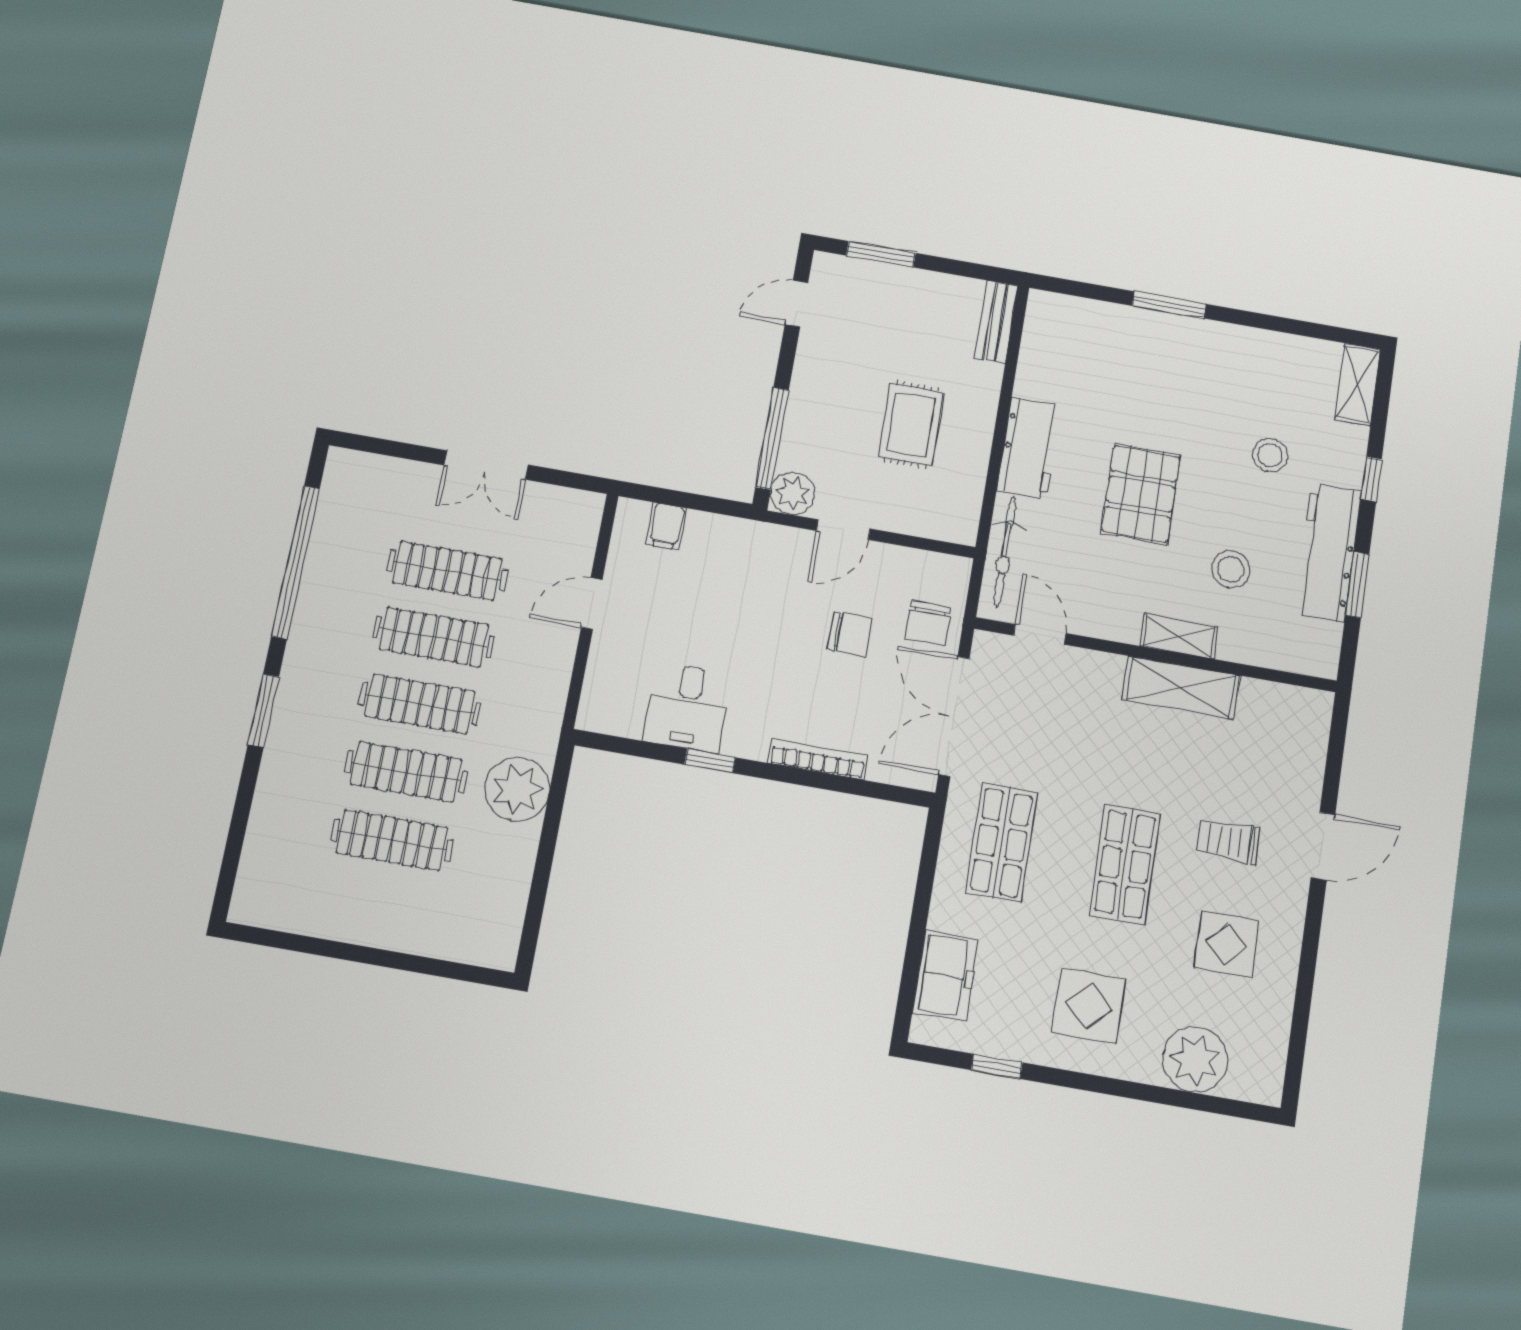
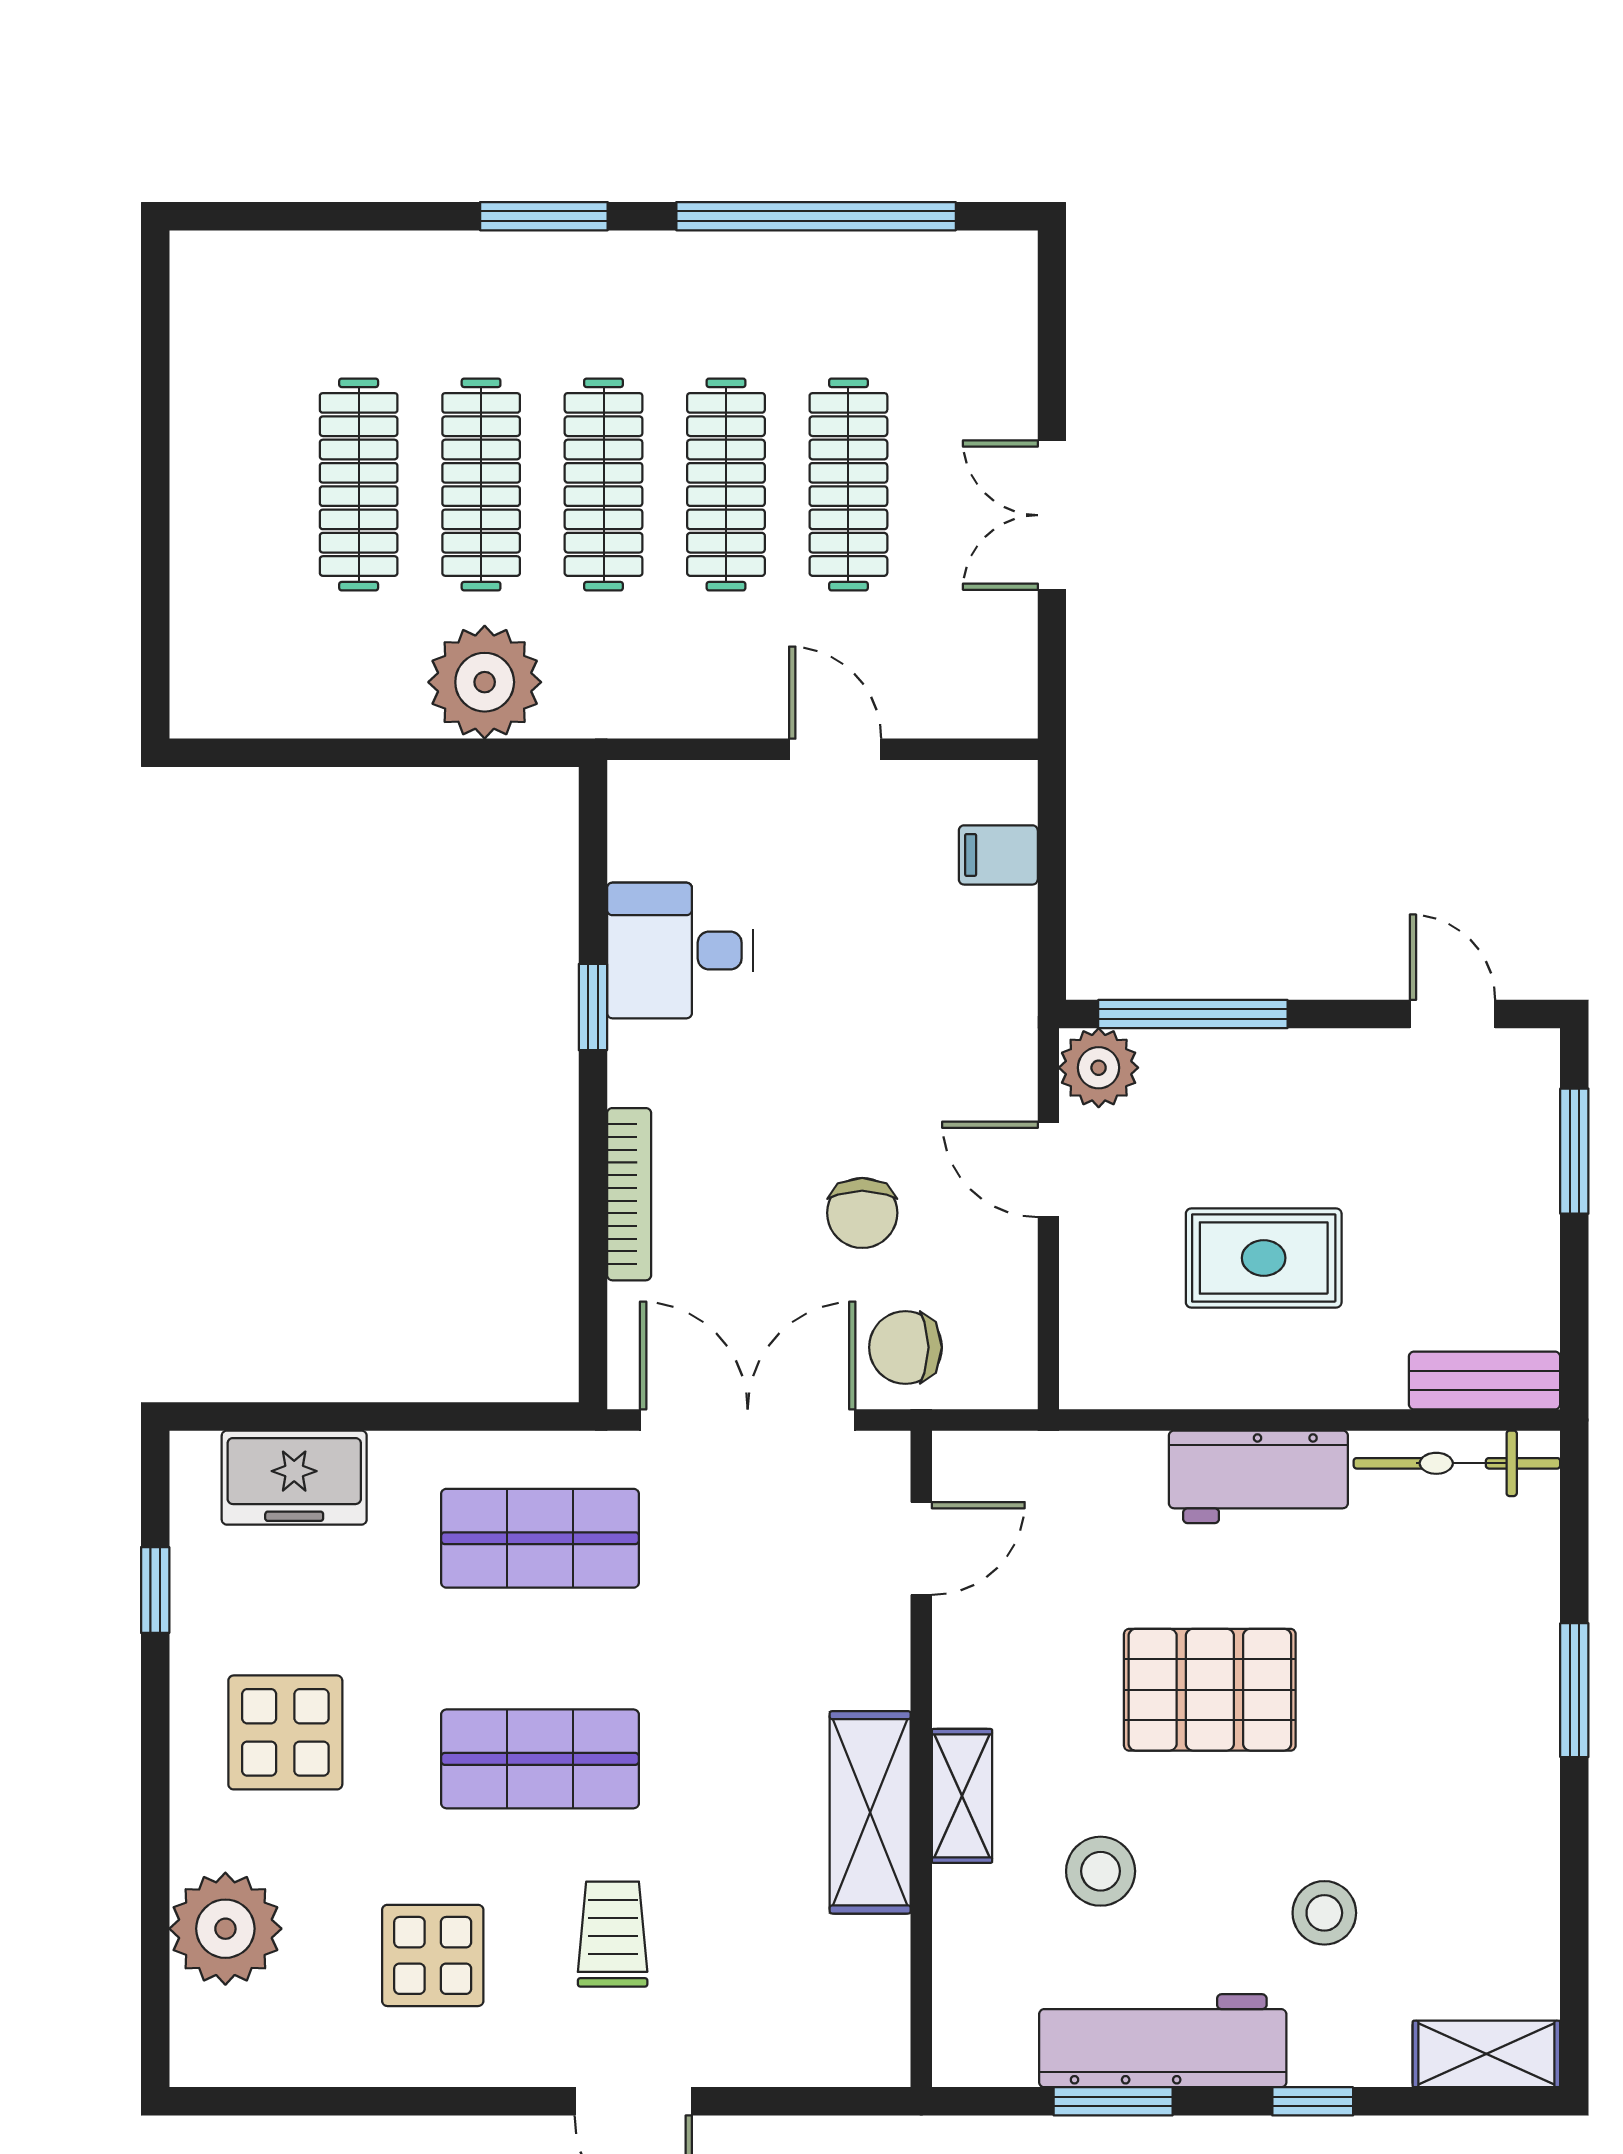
bicycle: (1005, 552) -> (1457, 1463), moved

